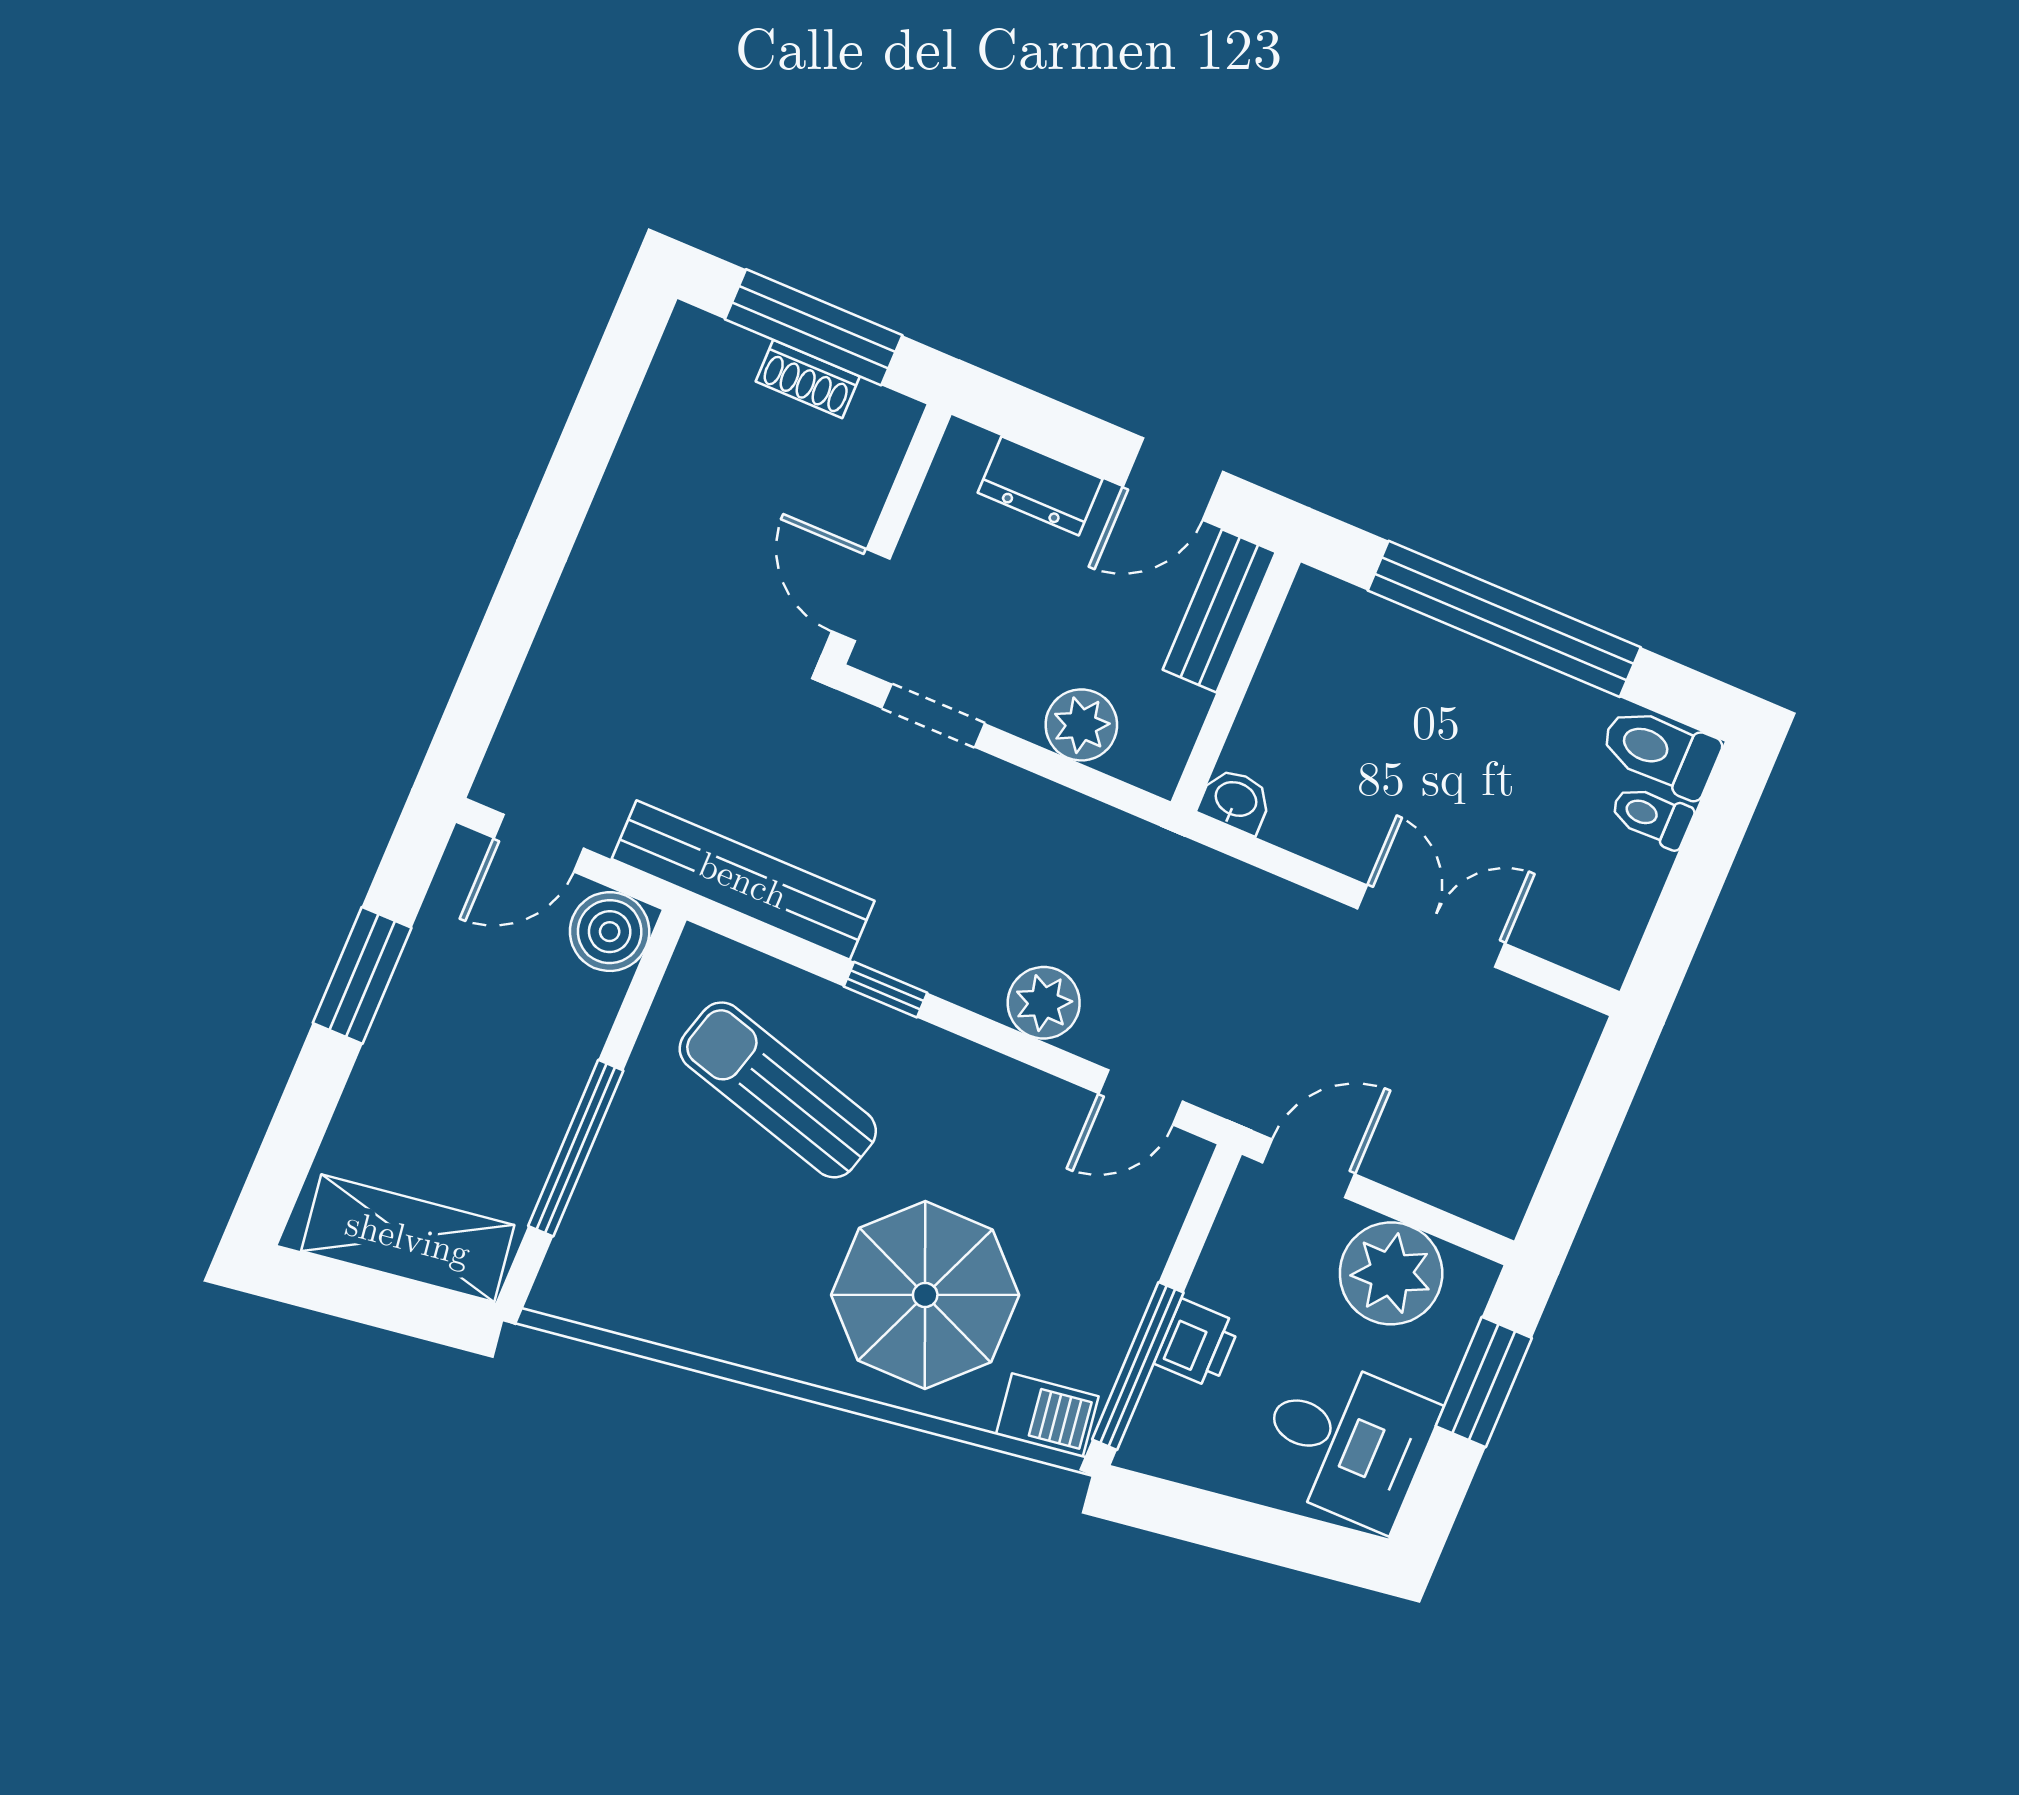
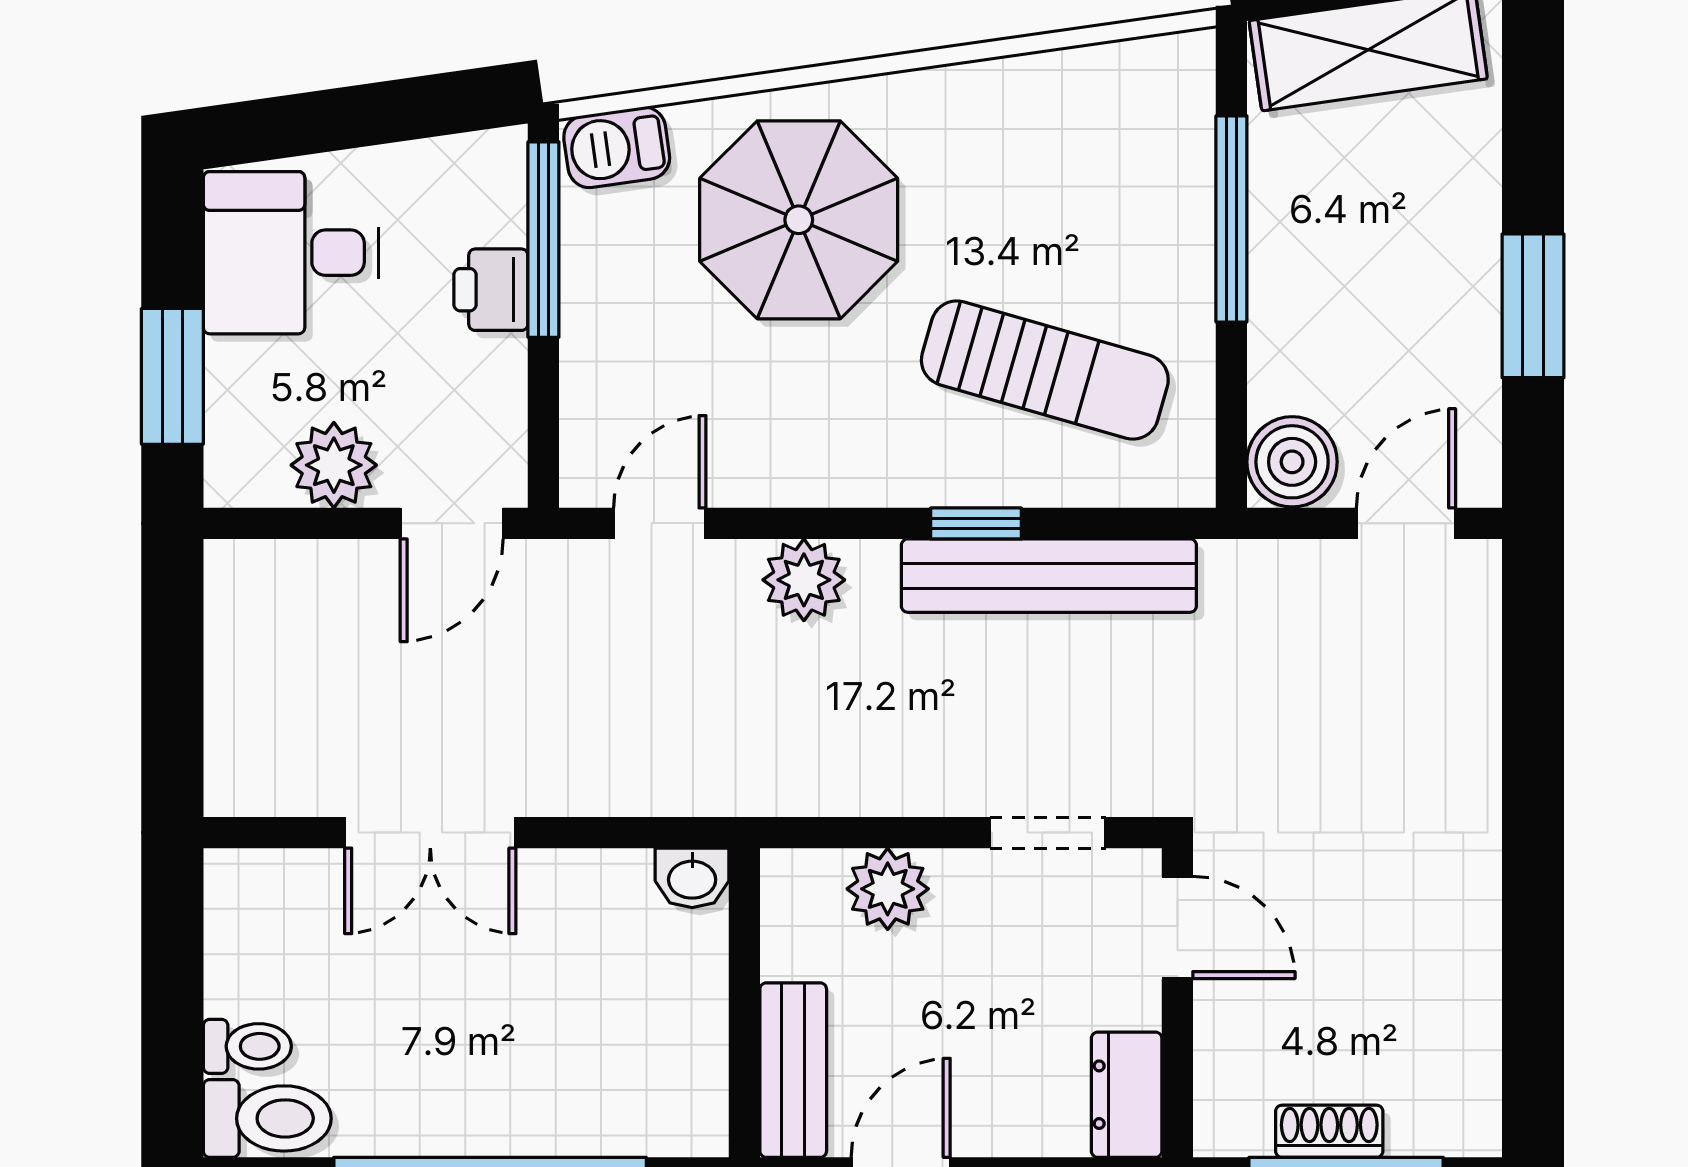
dresser: (1040, 486) -> (1127, 1095), moved, turned -90
bench: (743, 880) -> (1049, 576), moved
plant: (1391, 1273) -> (334, 465), width x0.73, depth x0.73

